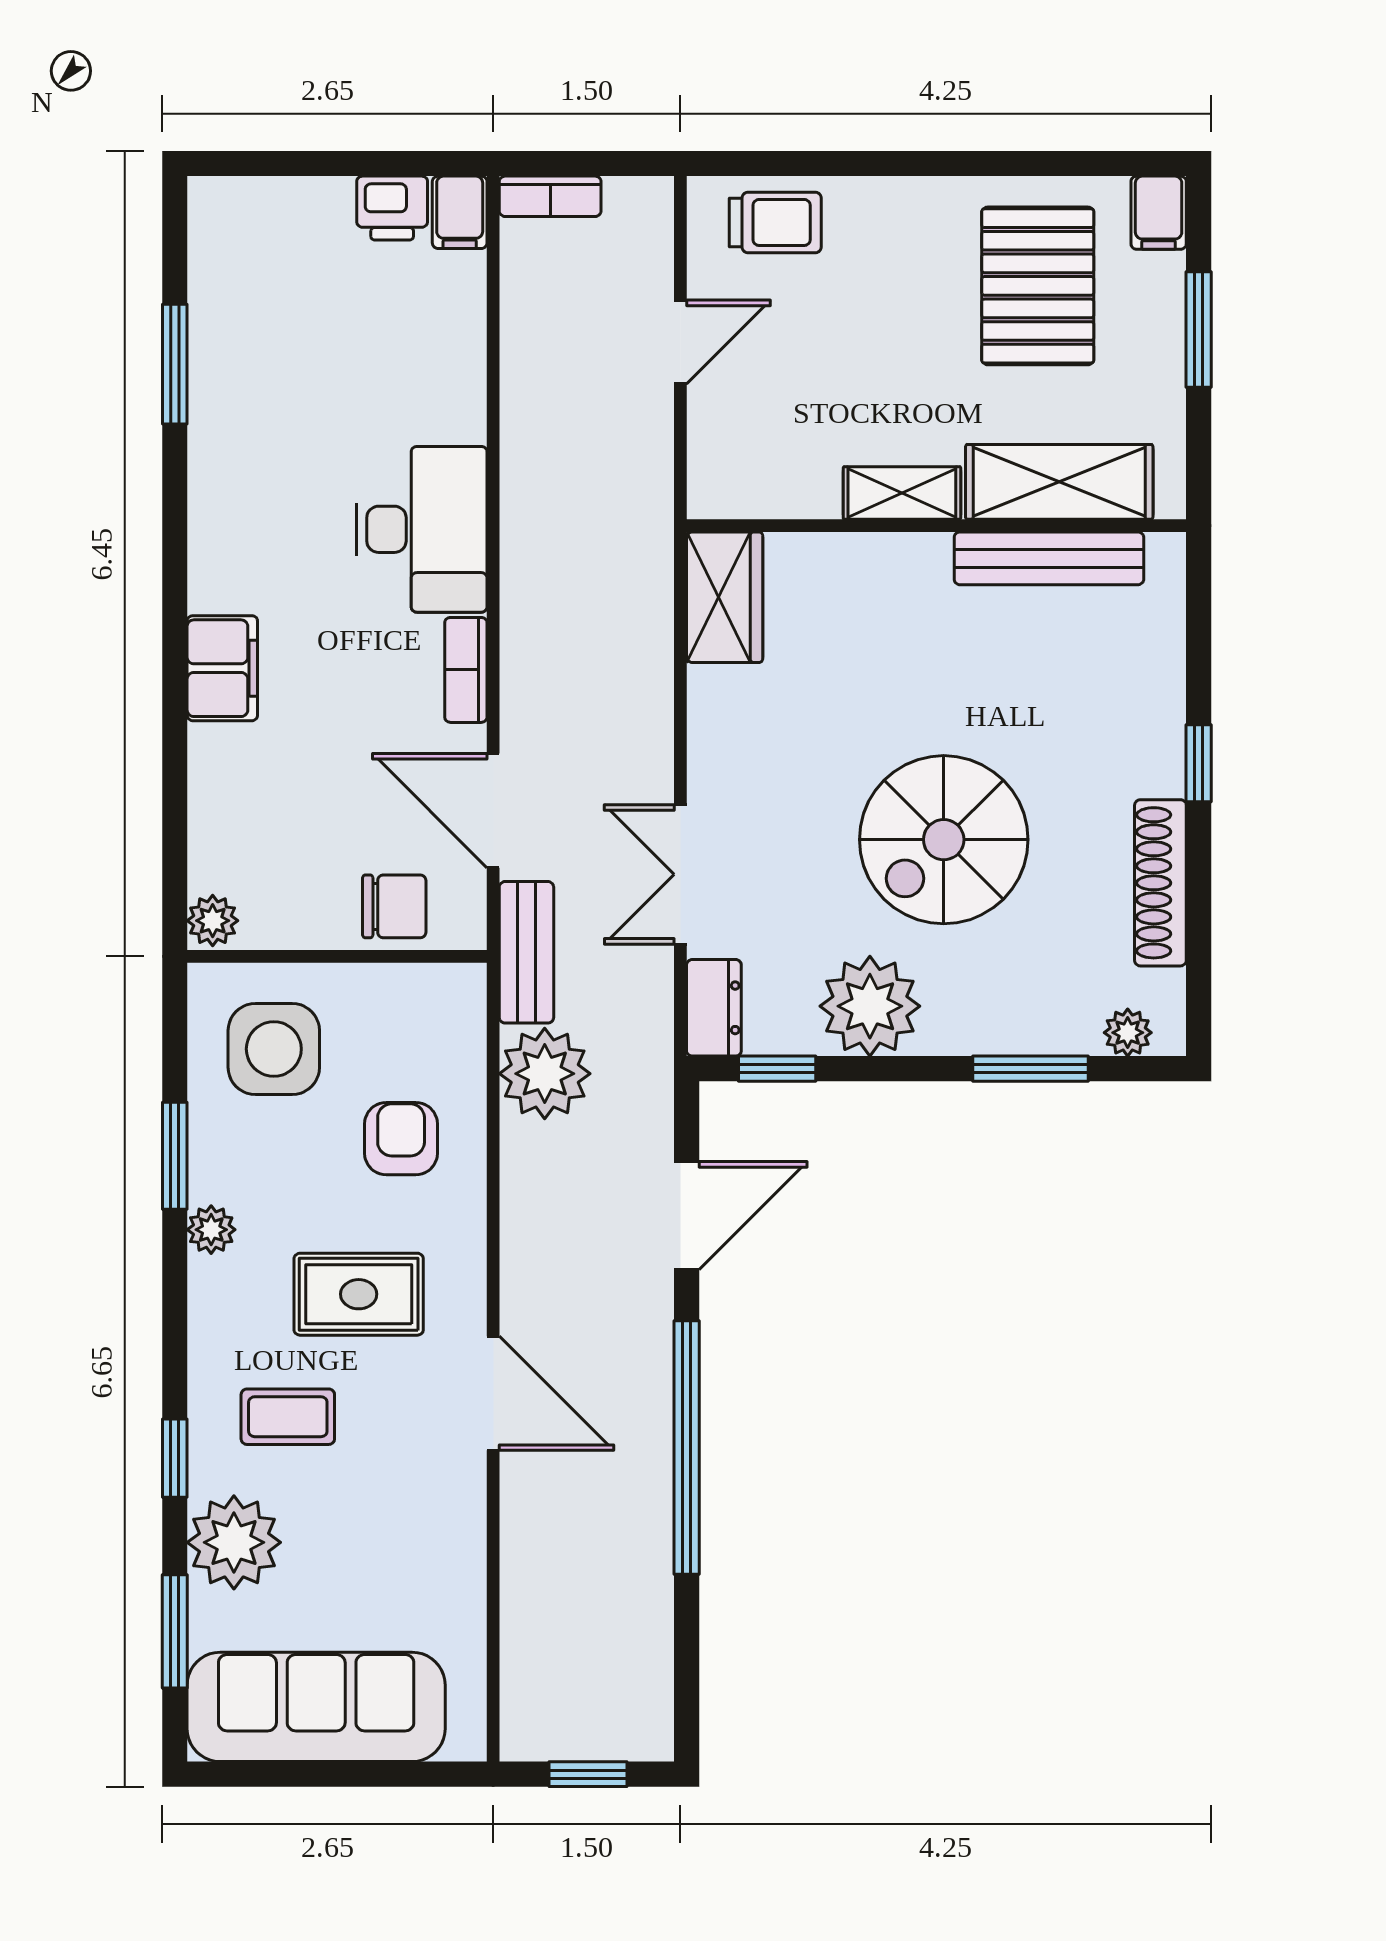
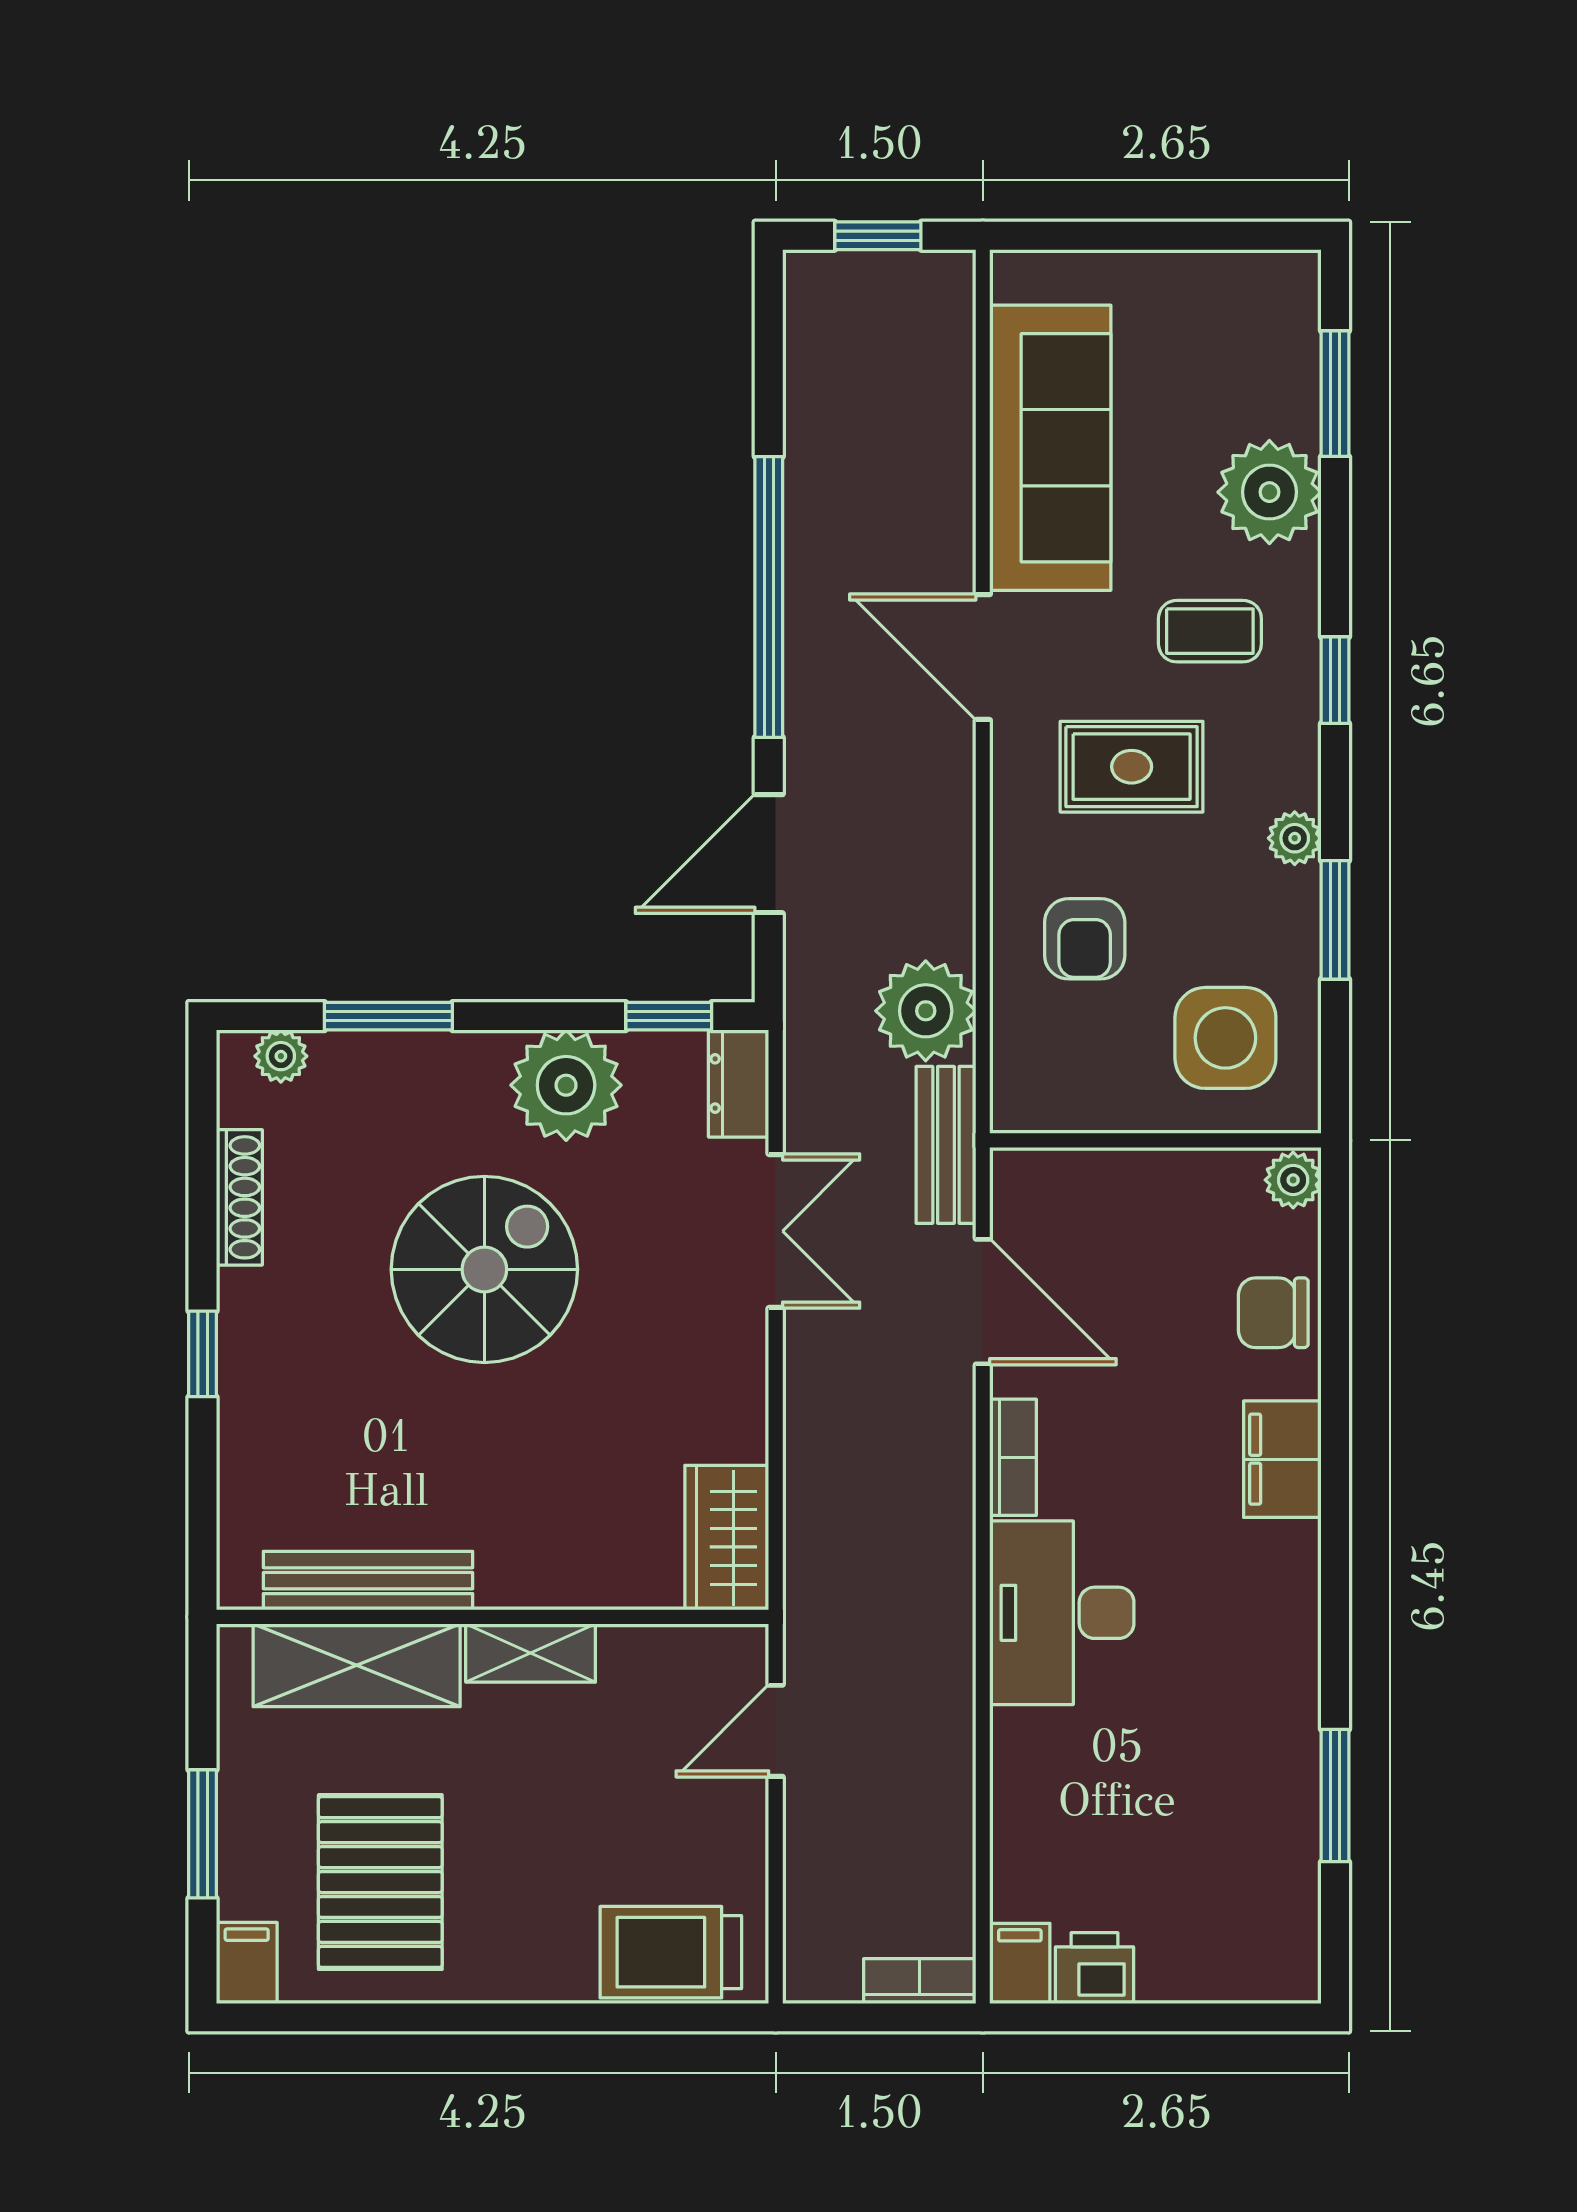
trolley: (775, 222) -> (671, 1952), width x1.36, depth x1.39
door: (680, 342) -> (776, 1731), moved
shoe rack: (1160, 883) -> (239, 1197), width x0.74, depth x0.81
chair: (394, 906) -> (1273, 1313), moved
window: (175, 1458) -> (1335, 680), moved
sofa: (316, 1707) -> (1050, 448), moved, turned -90

